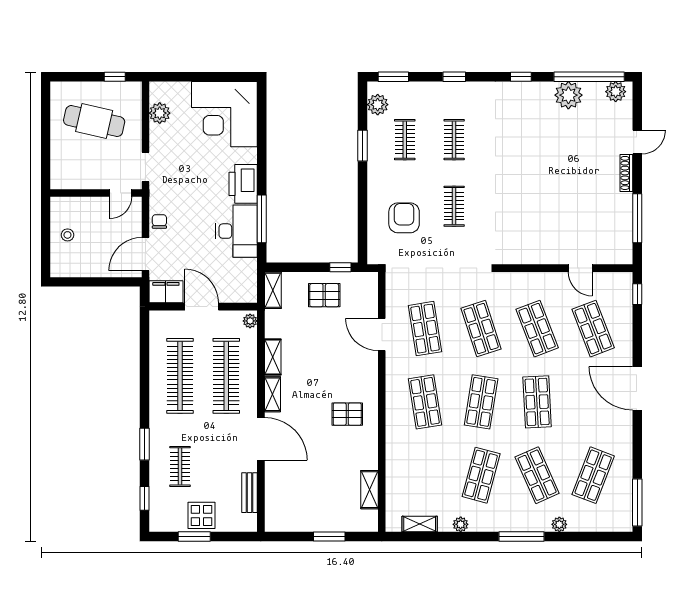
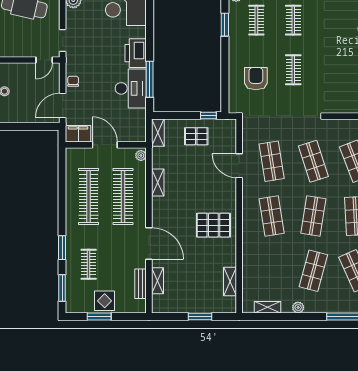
shelving: (272, 394) -> (158, 281), moved
pallet: (347, 414) -> (213, 225), width x1.50, depth x1.42
window: (145, 498) -> (62, 288), width x1.50

